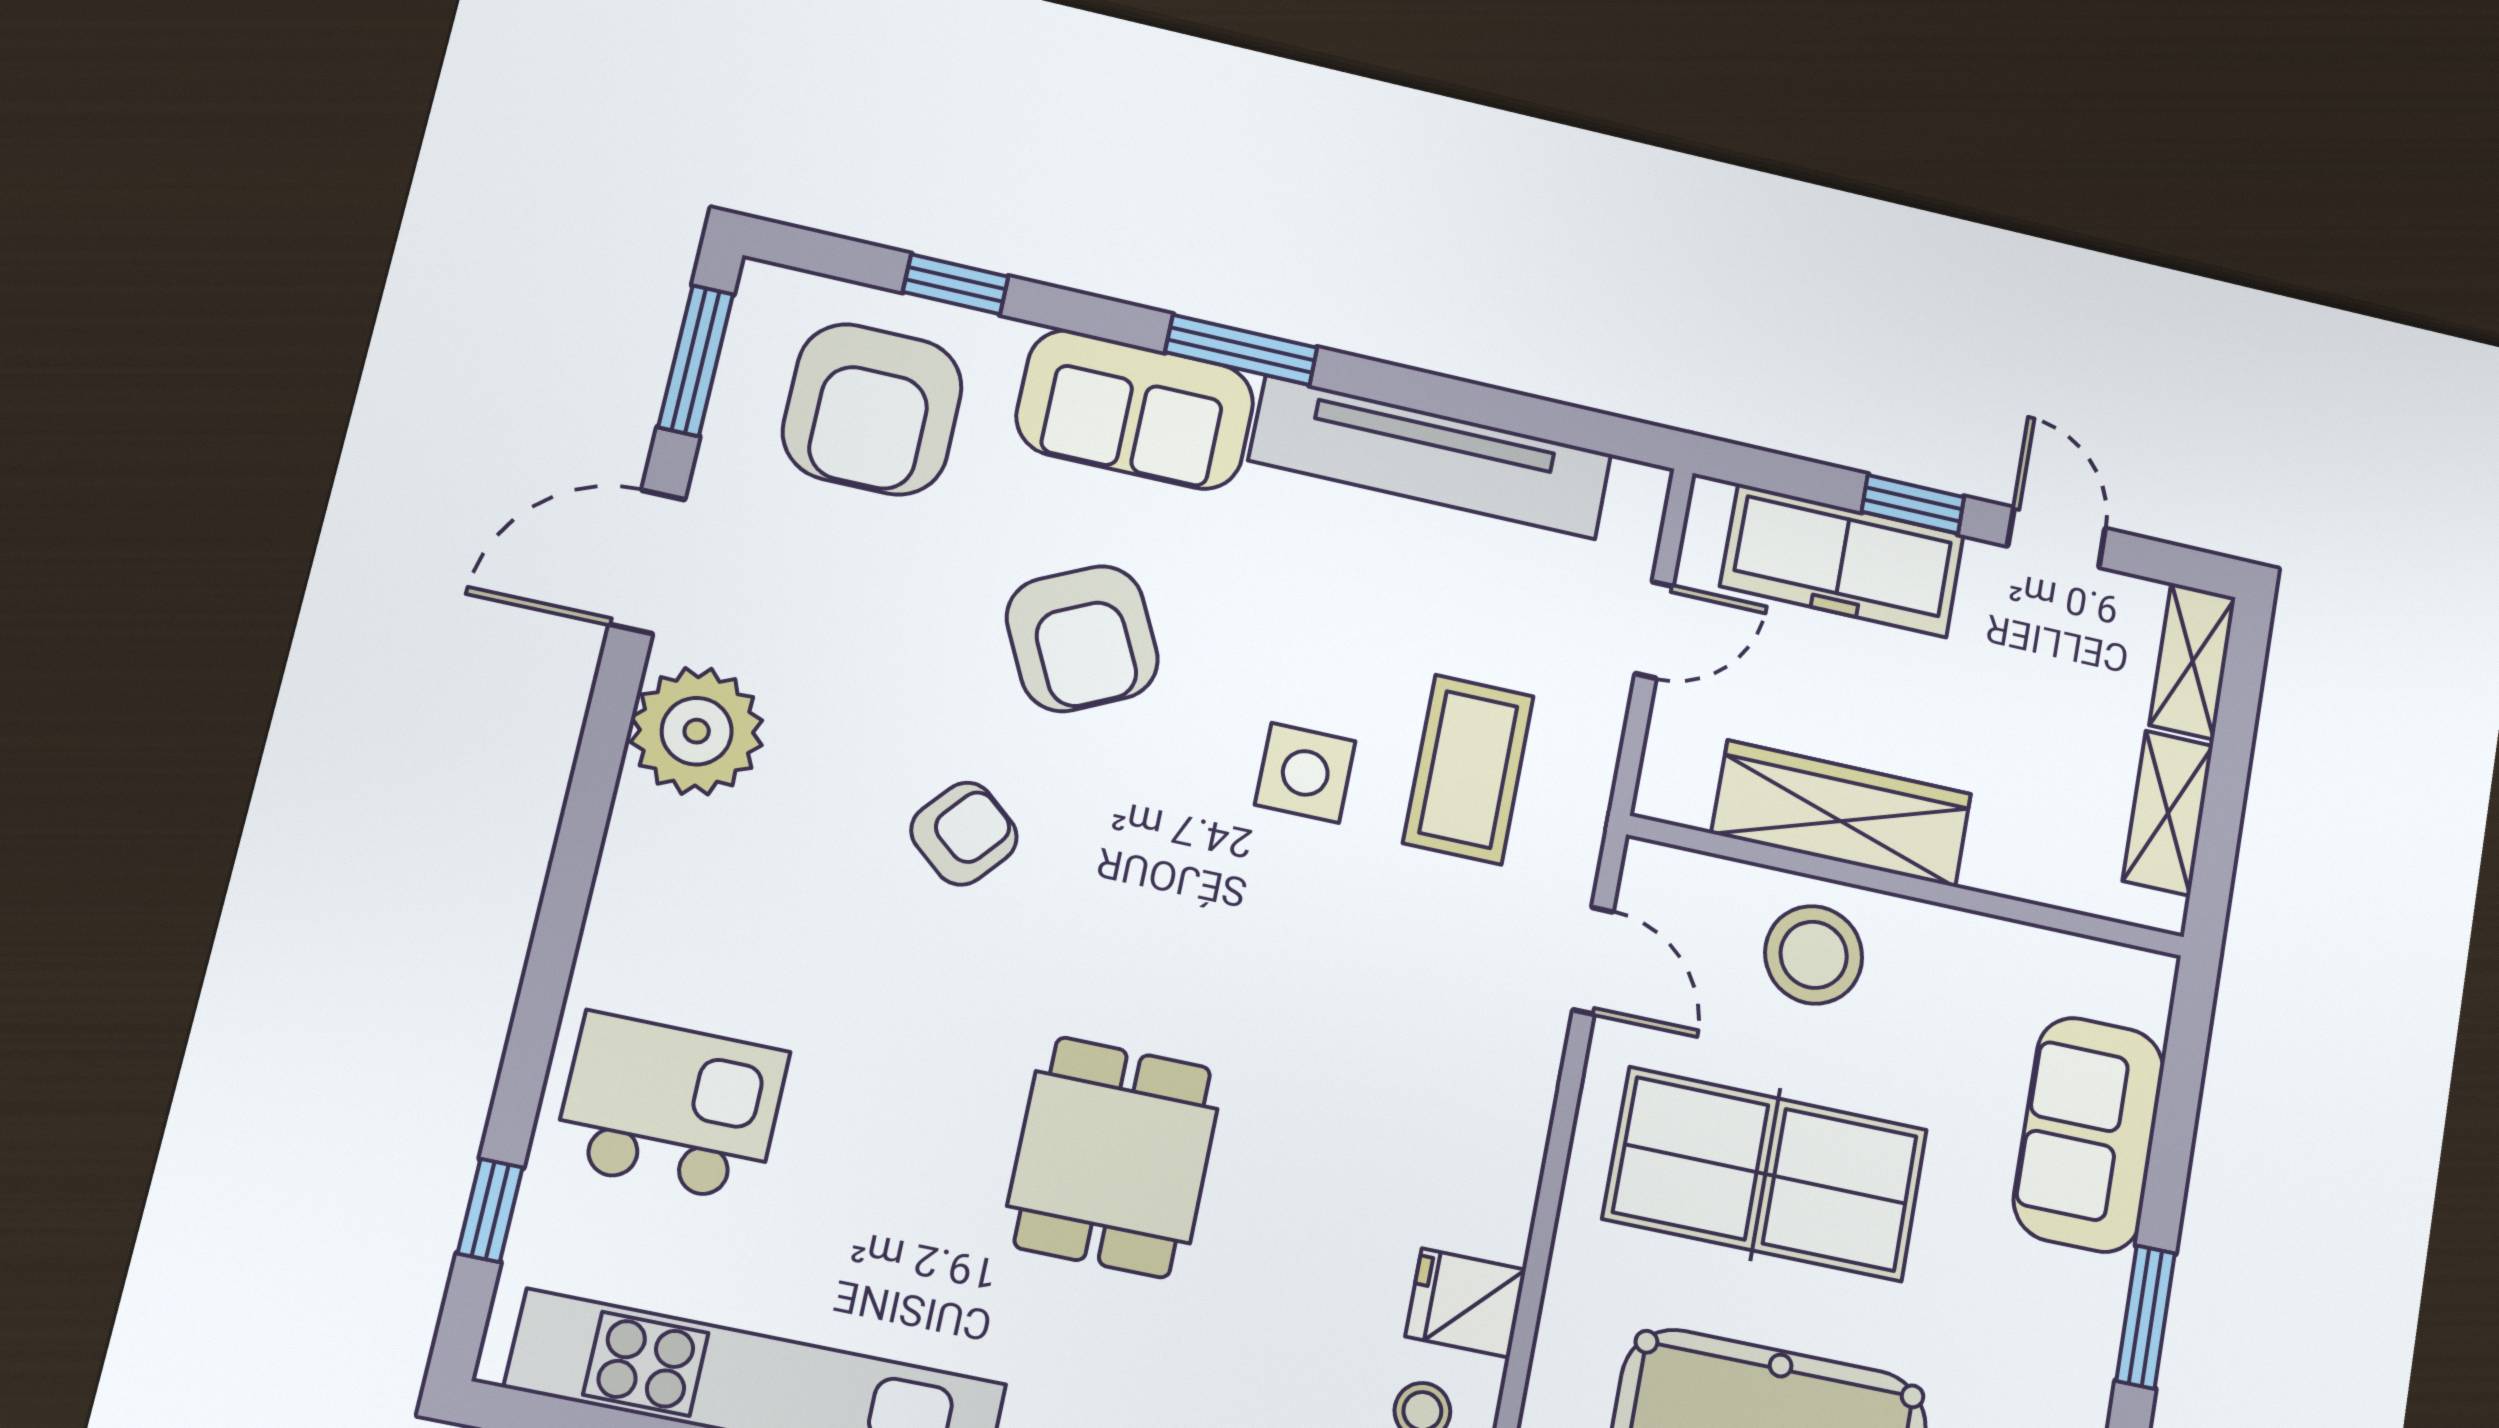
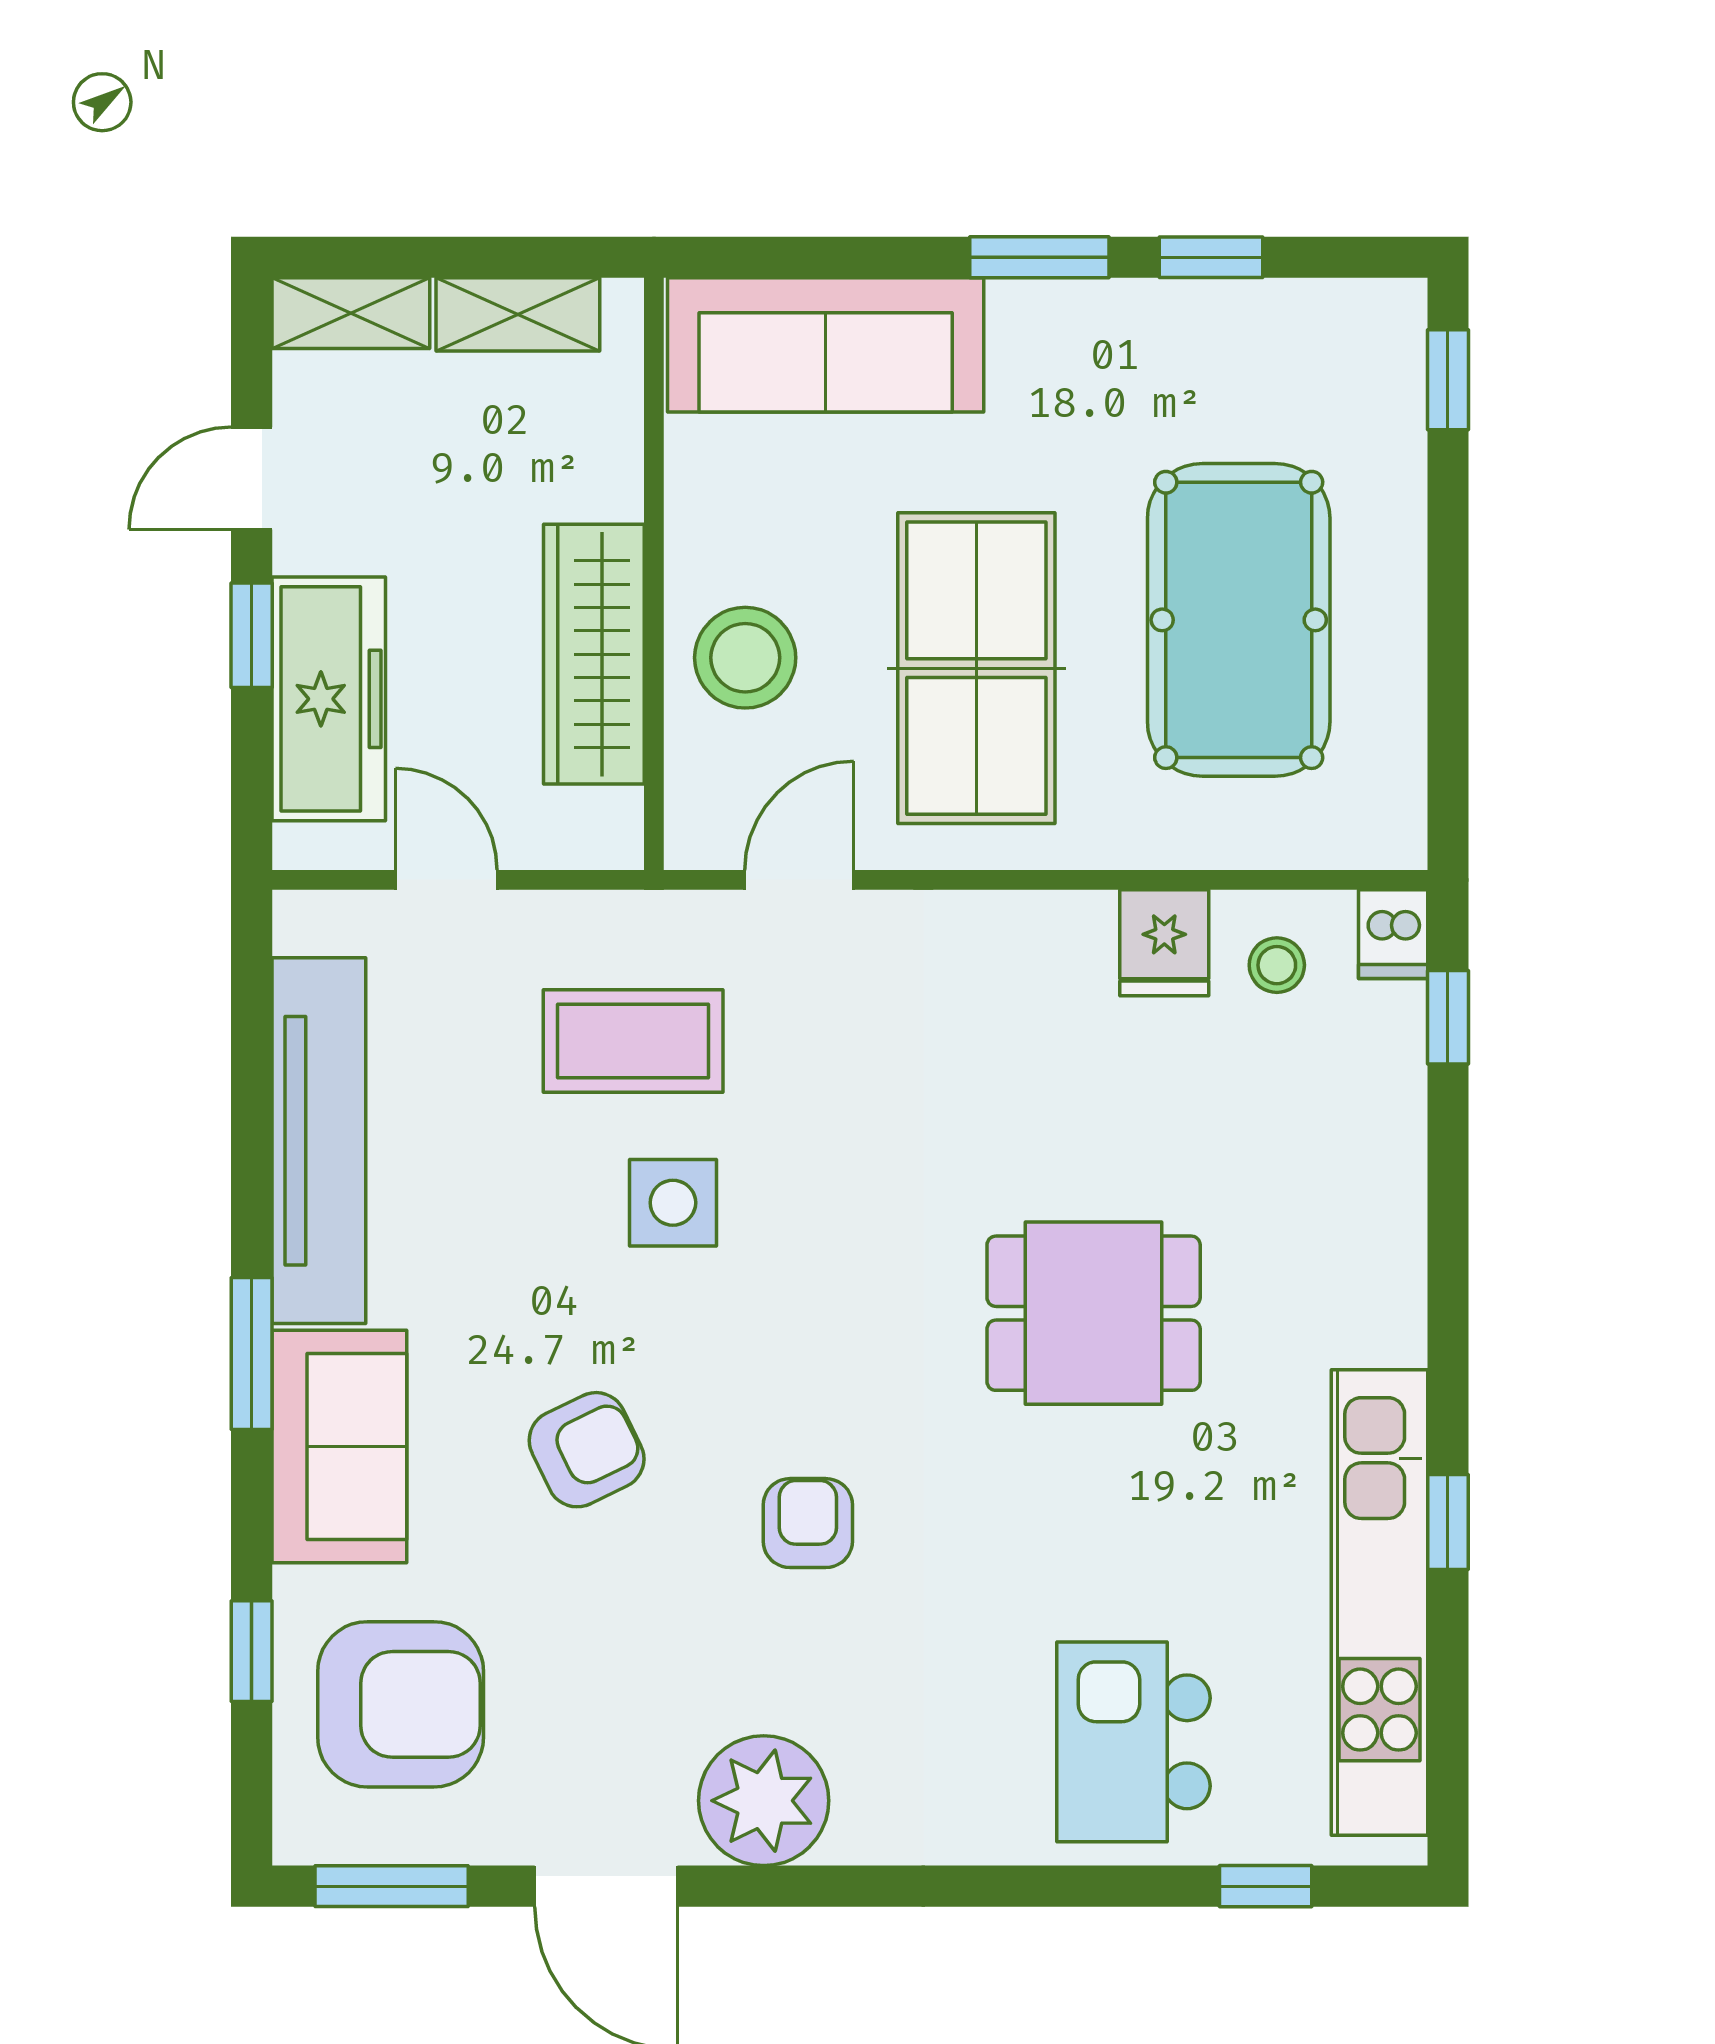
armchair: (1082, 639) -> (587, 1450), width x0.72, depth x0.72
armchair: (964, 834) -> (808, 1523), turned 50
sofa: (2089, 1134) -> (826, 345), width x1.36

